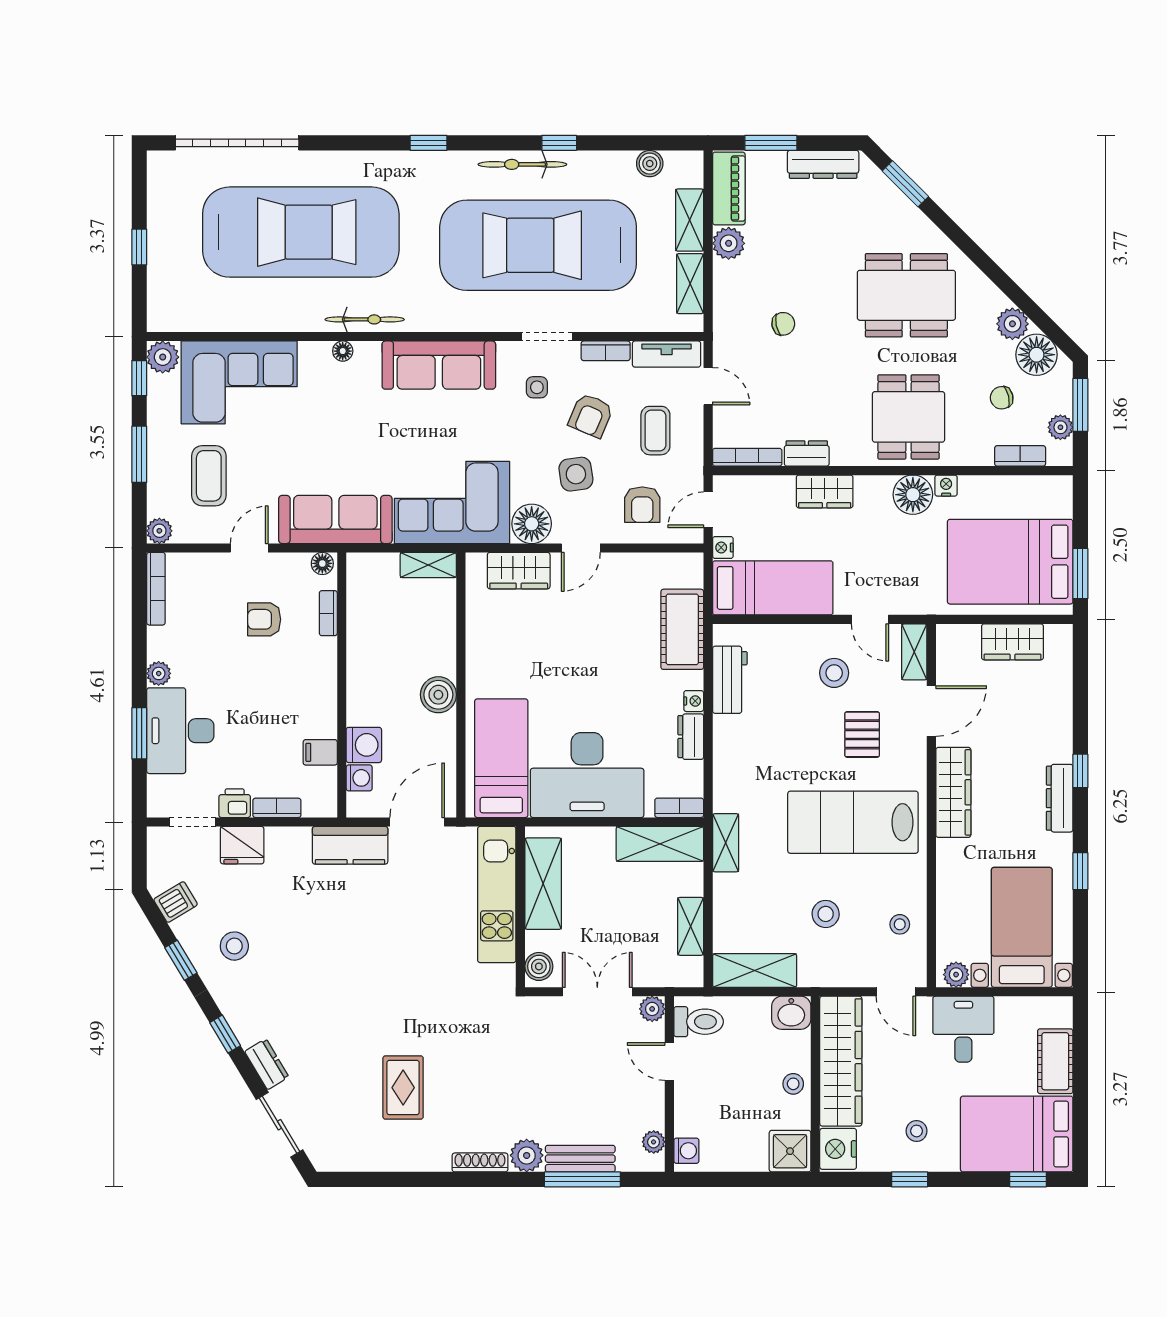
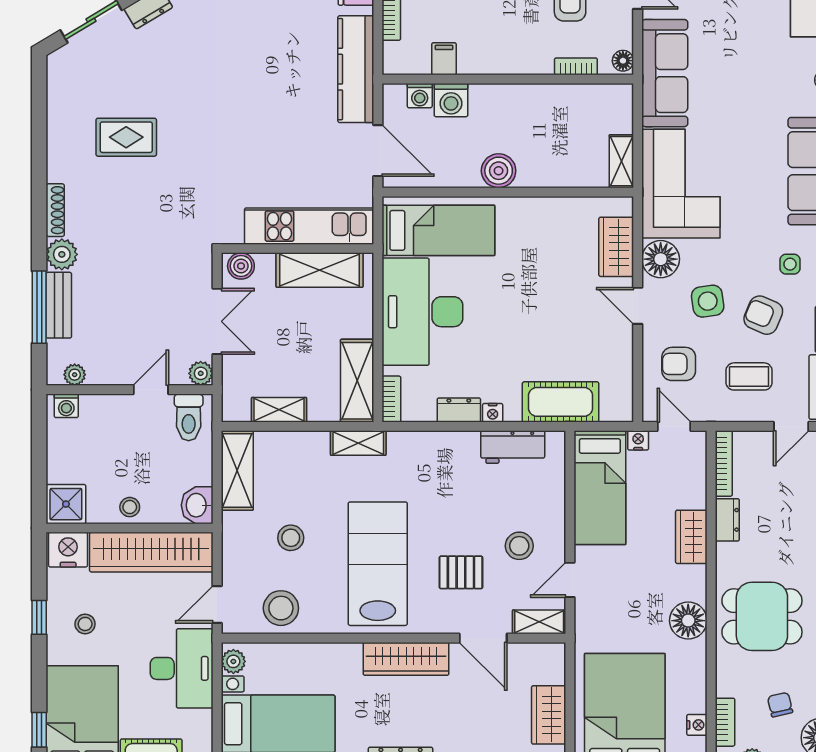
nightstand: (946, 486) -> (697, 725), moved
kitchen counter: (350, 845) -> (356, 69), width x1.50
stool: (900, 924) -> (281, 608), width x1.89, depth x1.89
desk: (963, 1029) -> (182, 668), width x1.37

